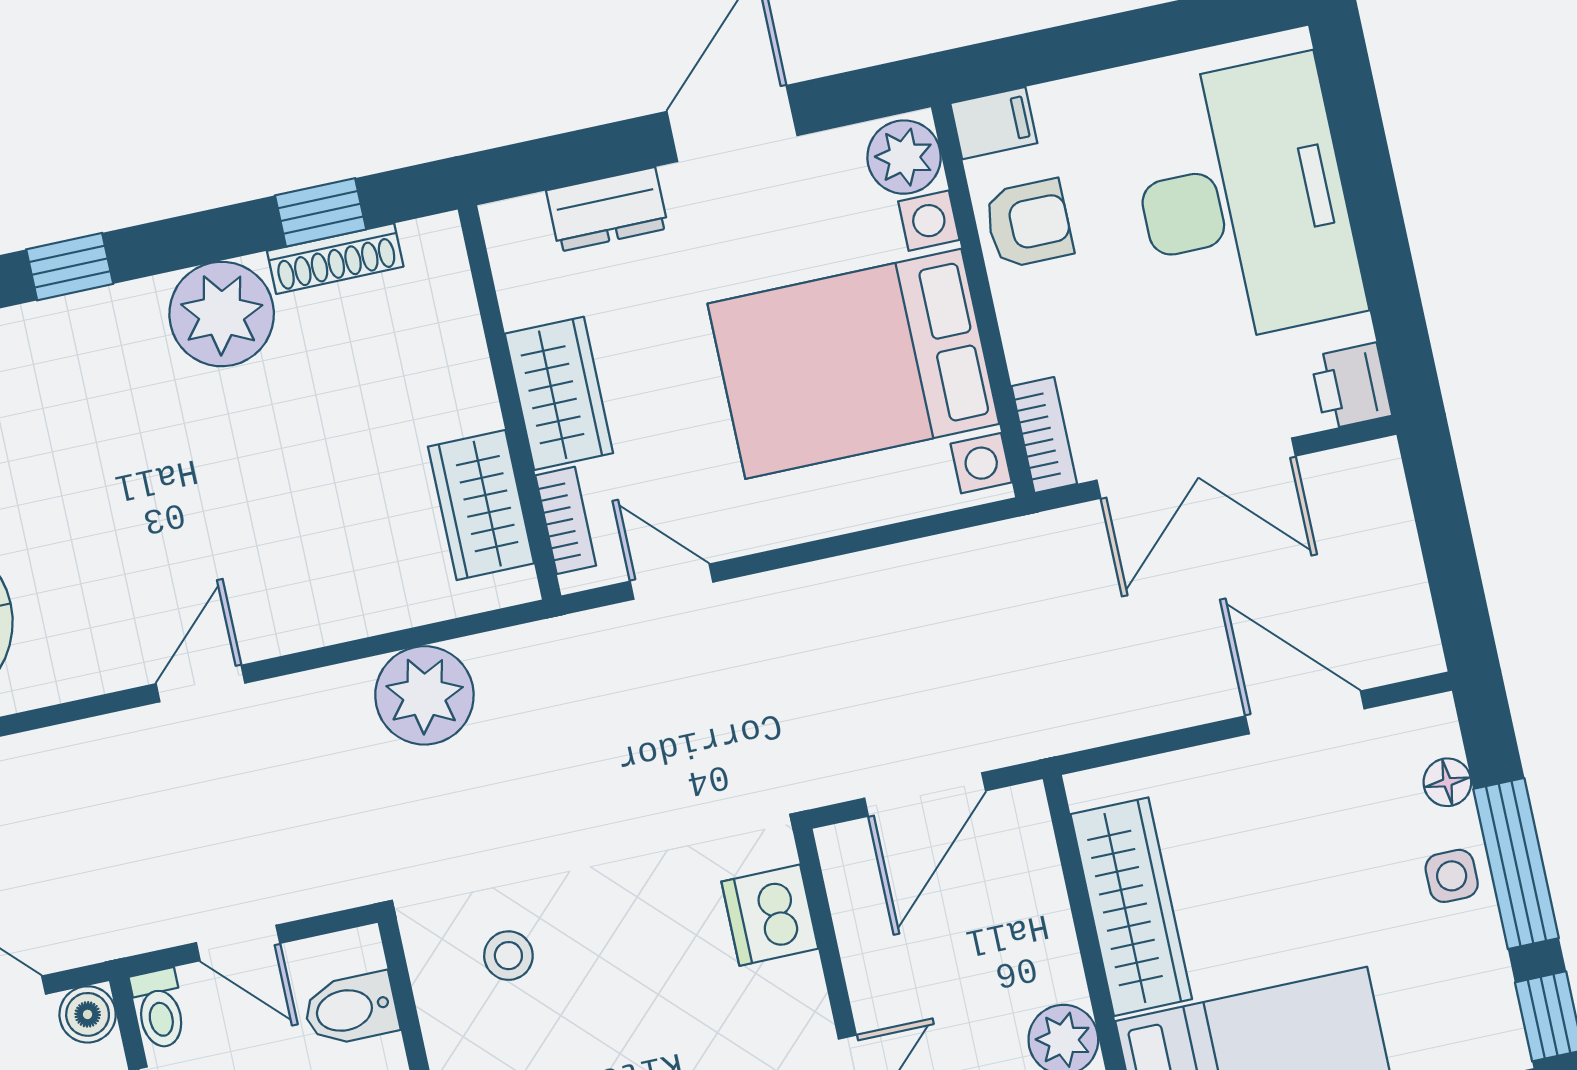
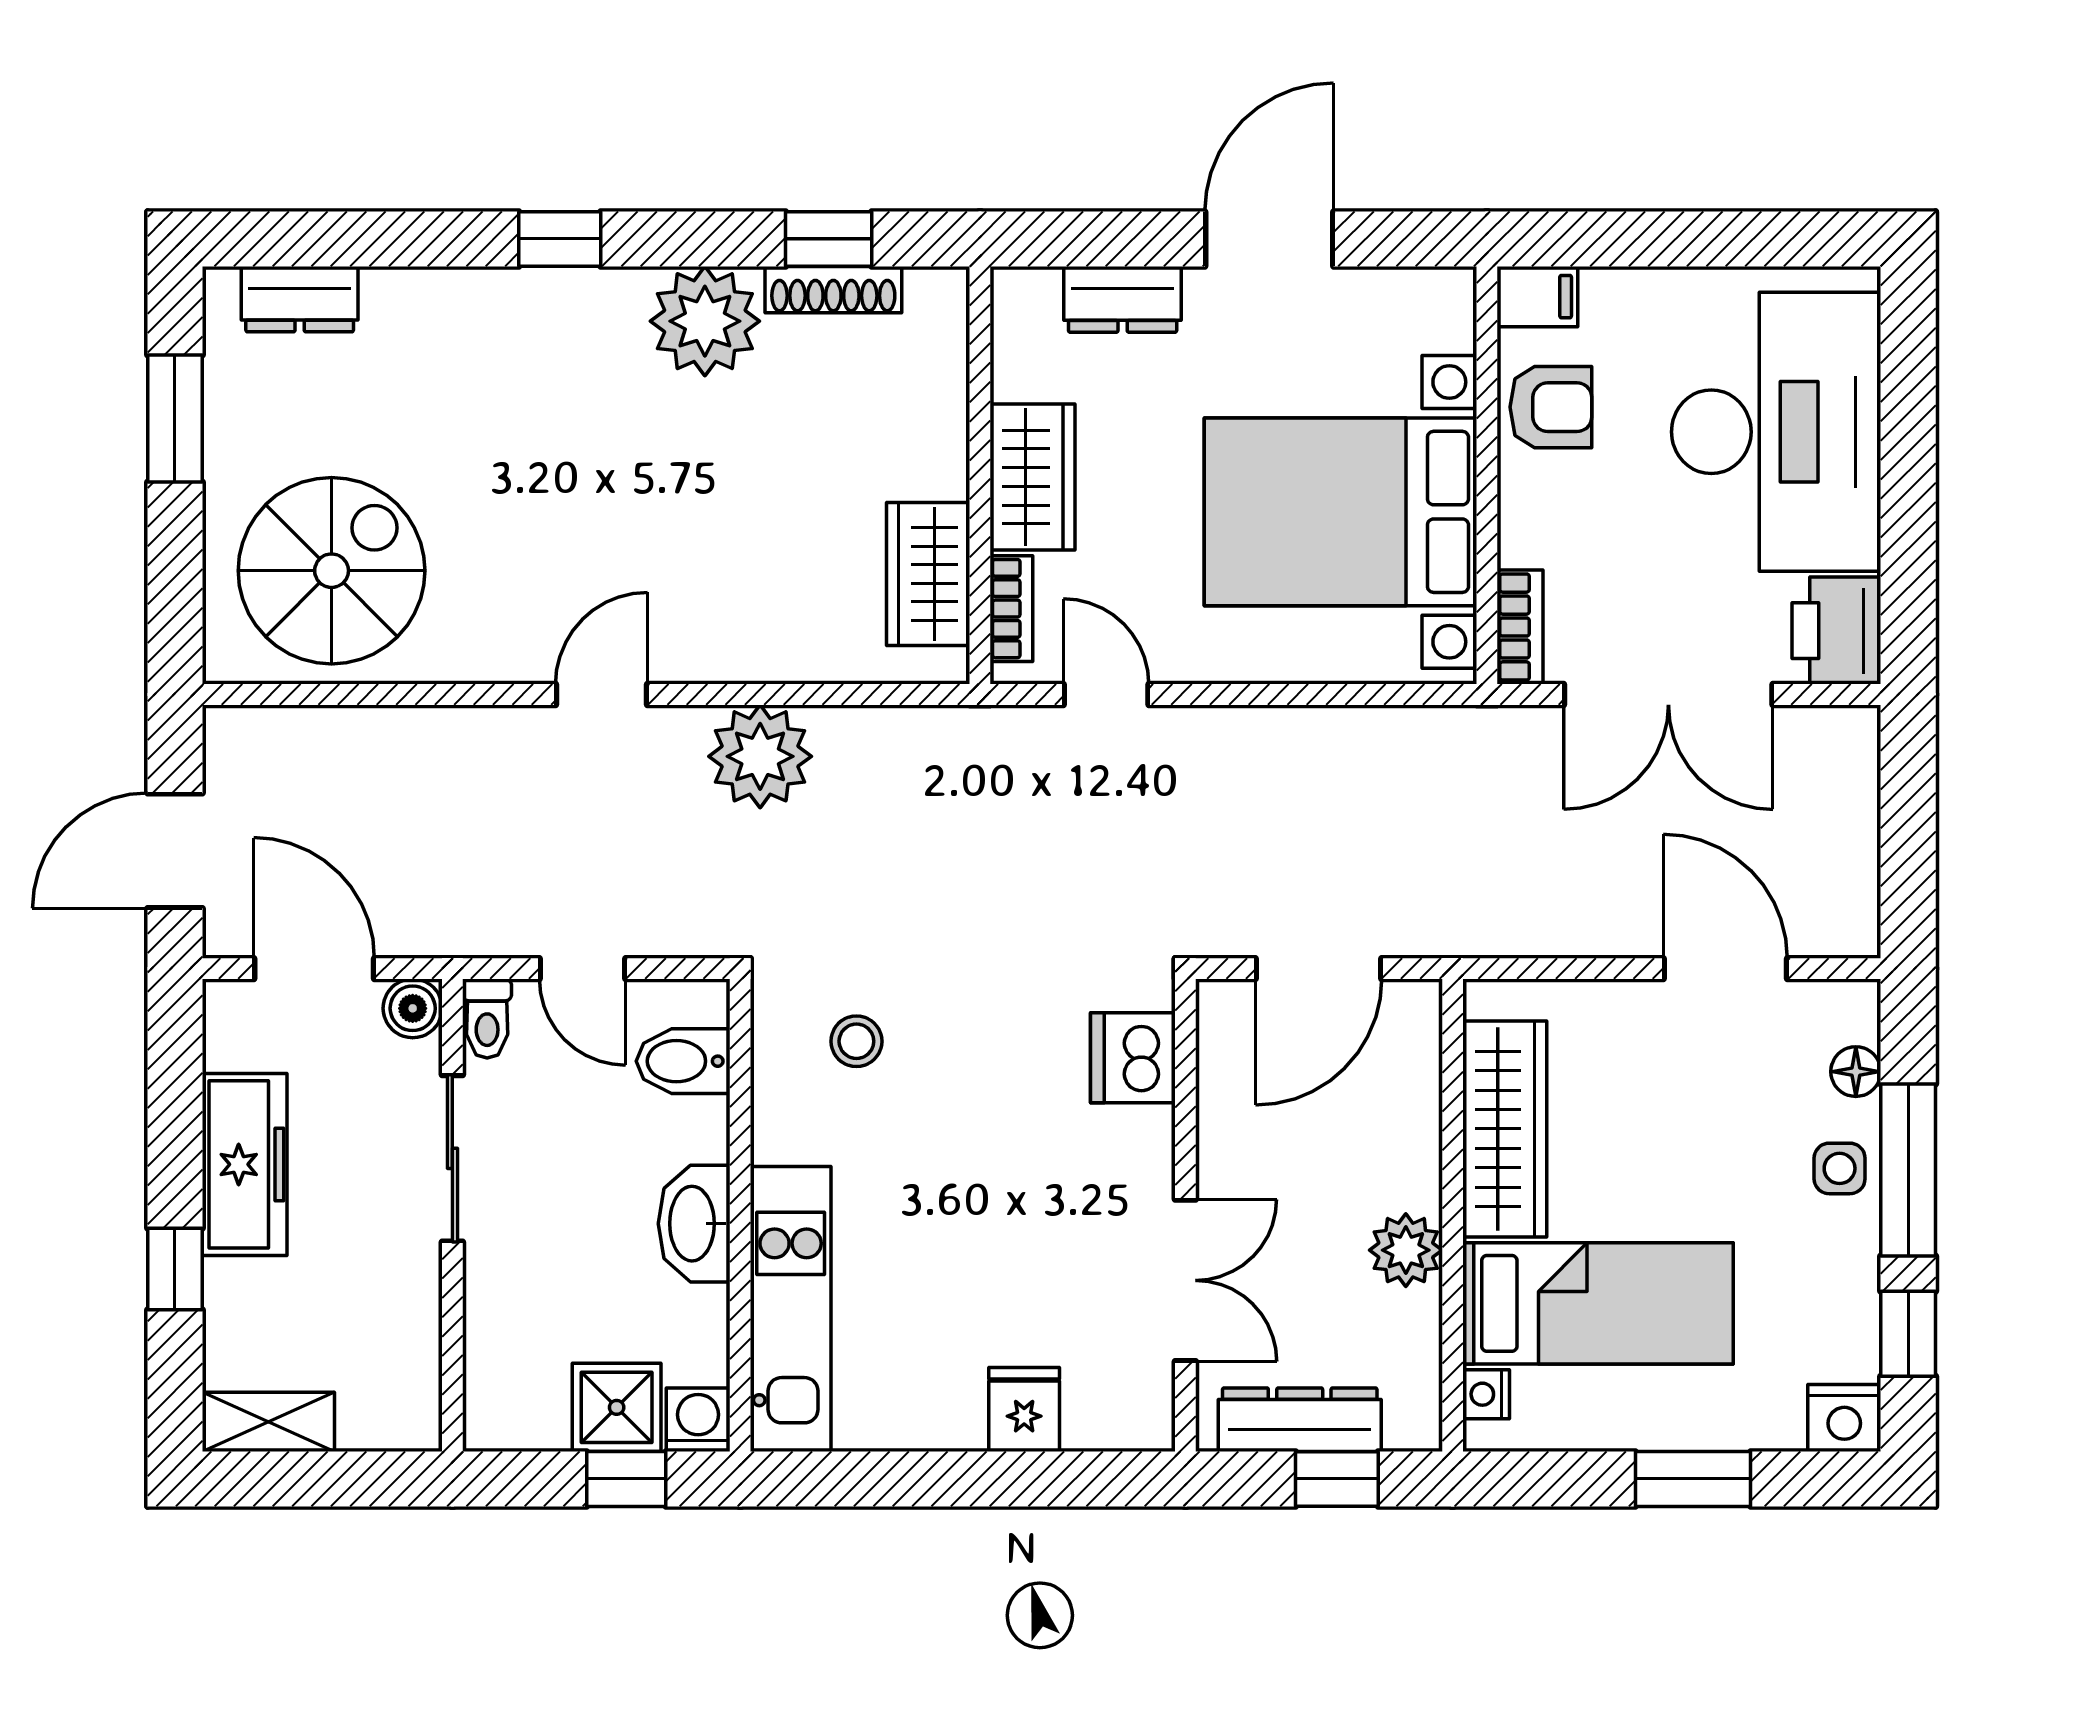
plant: (904, 157) -> (1438, 311), removed
printer: (1351, 386) -> (1836, 631), width x1.36, depth x1.24
plant: (424, 695) -> (760, 756), moved

